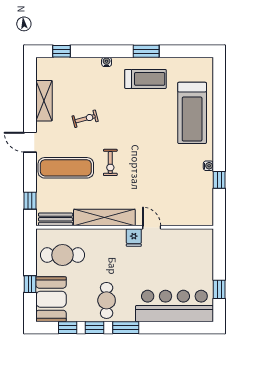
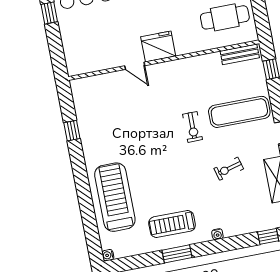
exercise bike: (110, 162) -> (193, 127), turned 180
water cooler: (208, 166) -> (108, 255), moved
shelving: (104, 217) -> (188, 67), removed
fridge: (134, 238) -> (158, 46), width x1.88, depth x1.34

